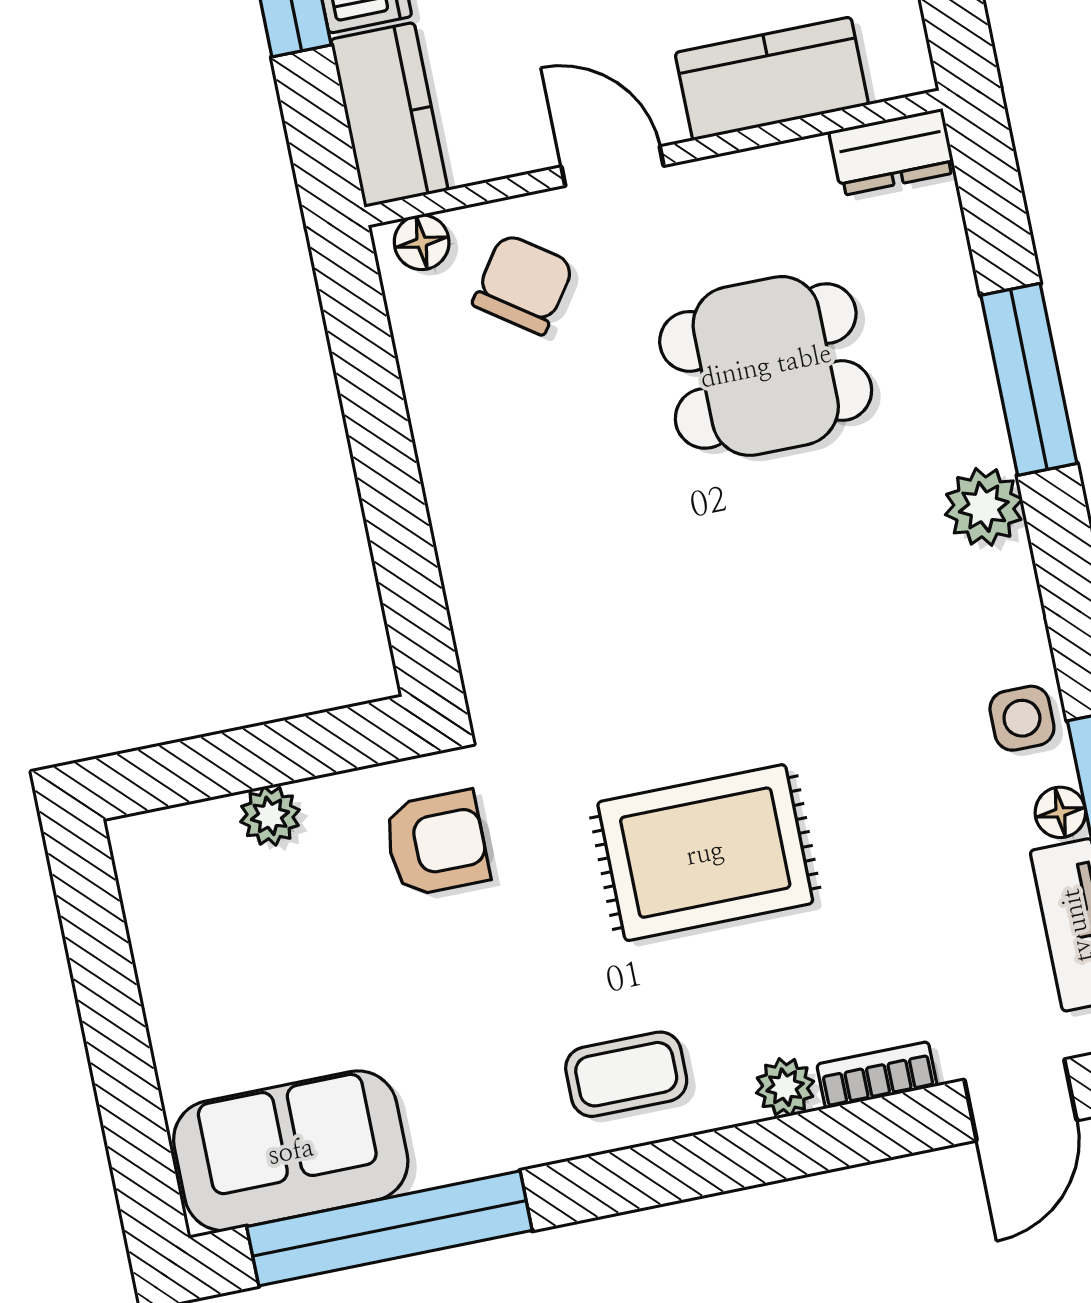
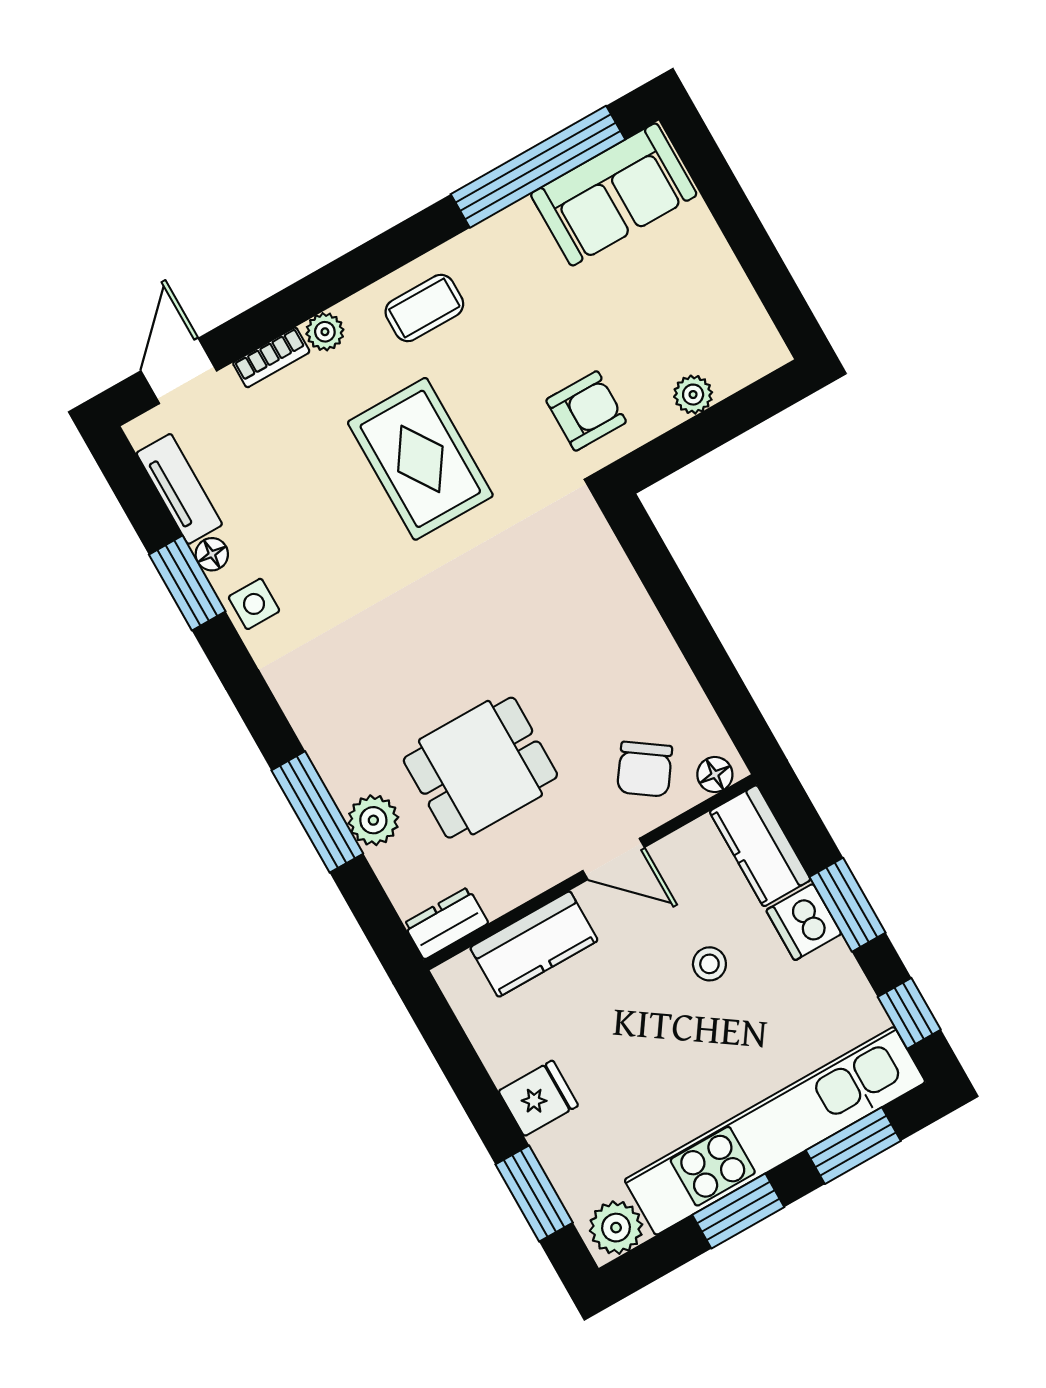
plant: (984, 507) -> (373, 820), moved
armchair: (436, 843) -> (586, 411), turned 180
rug: (705, 853) -> (420, 459), turned 90

